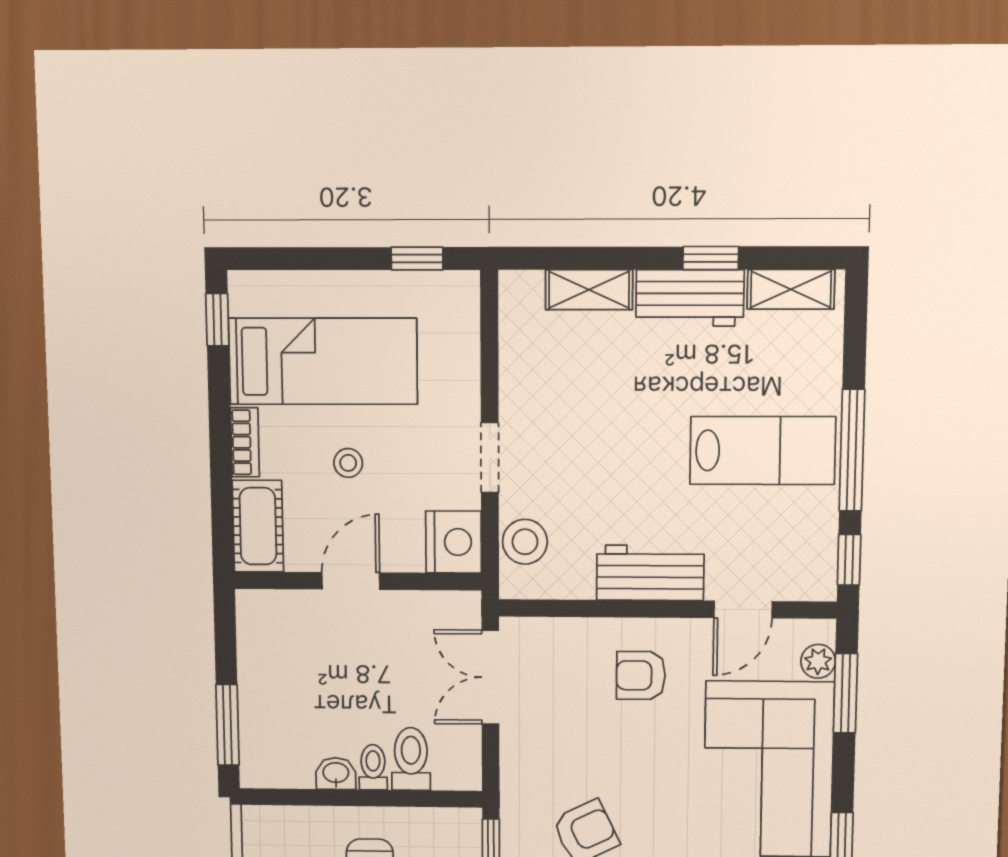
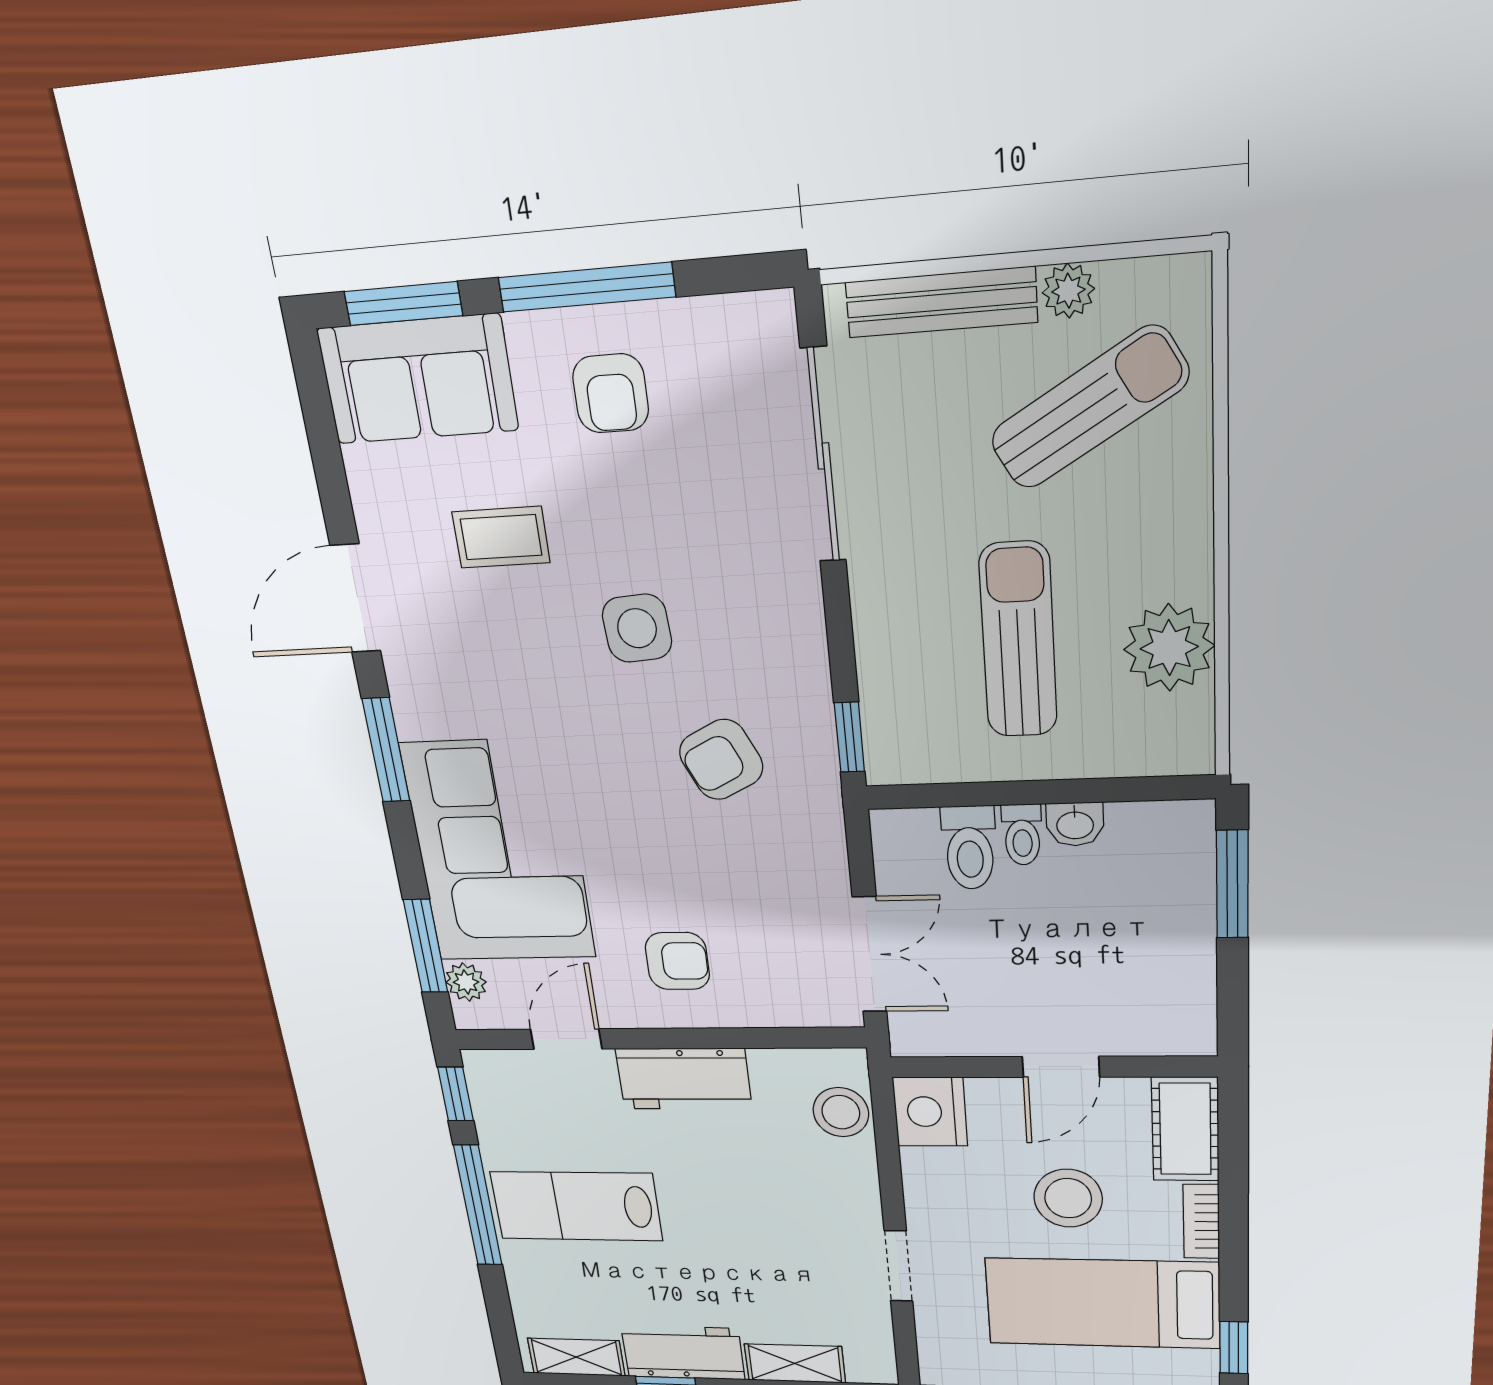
doorway: (490, 458) -> (898, 1266), moved
stool: (348, 463) -> (1068, 1198), width x1.89, depth x1.89

